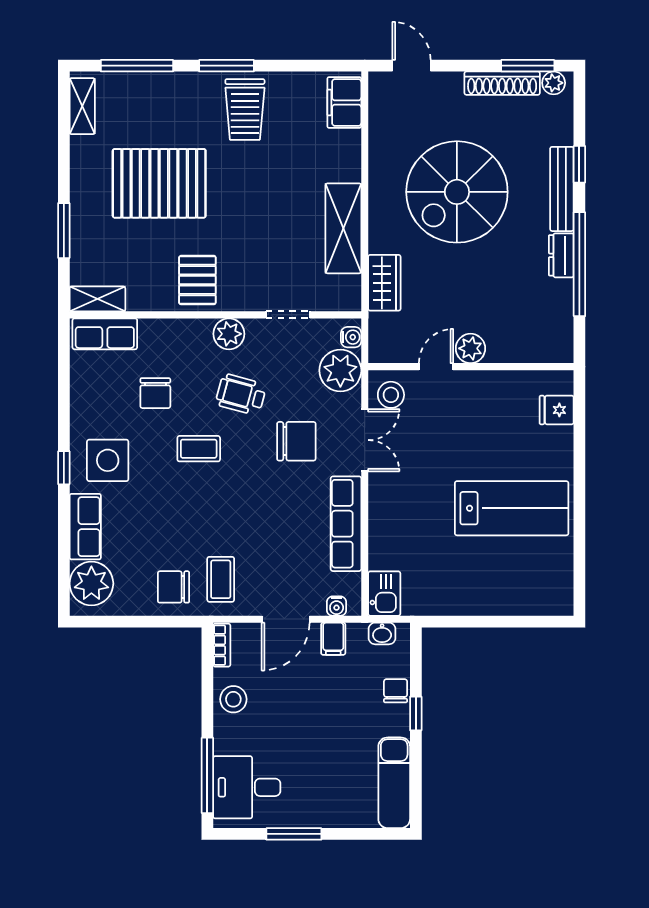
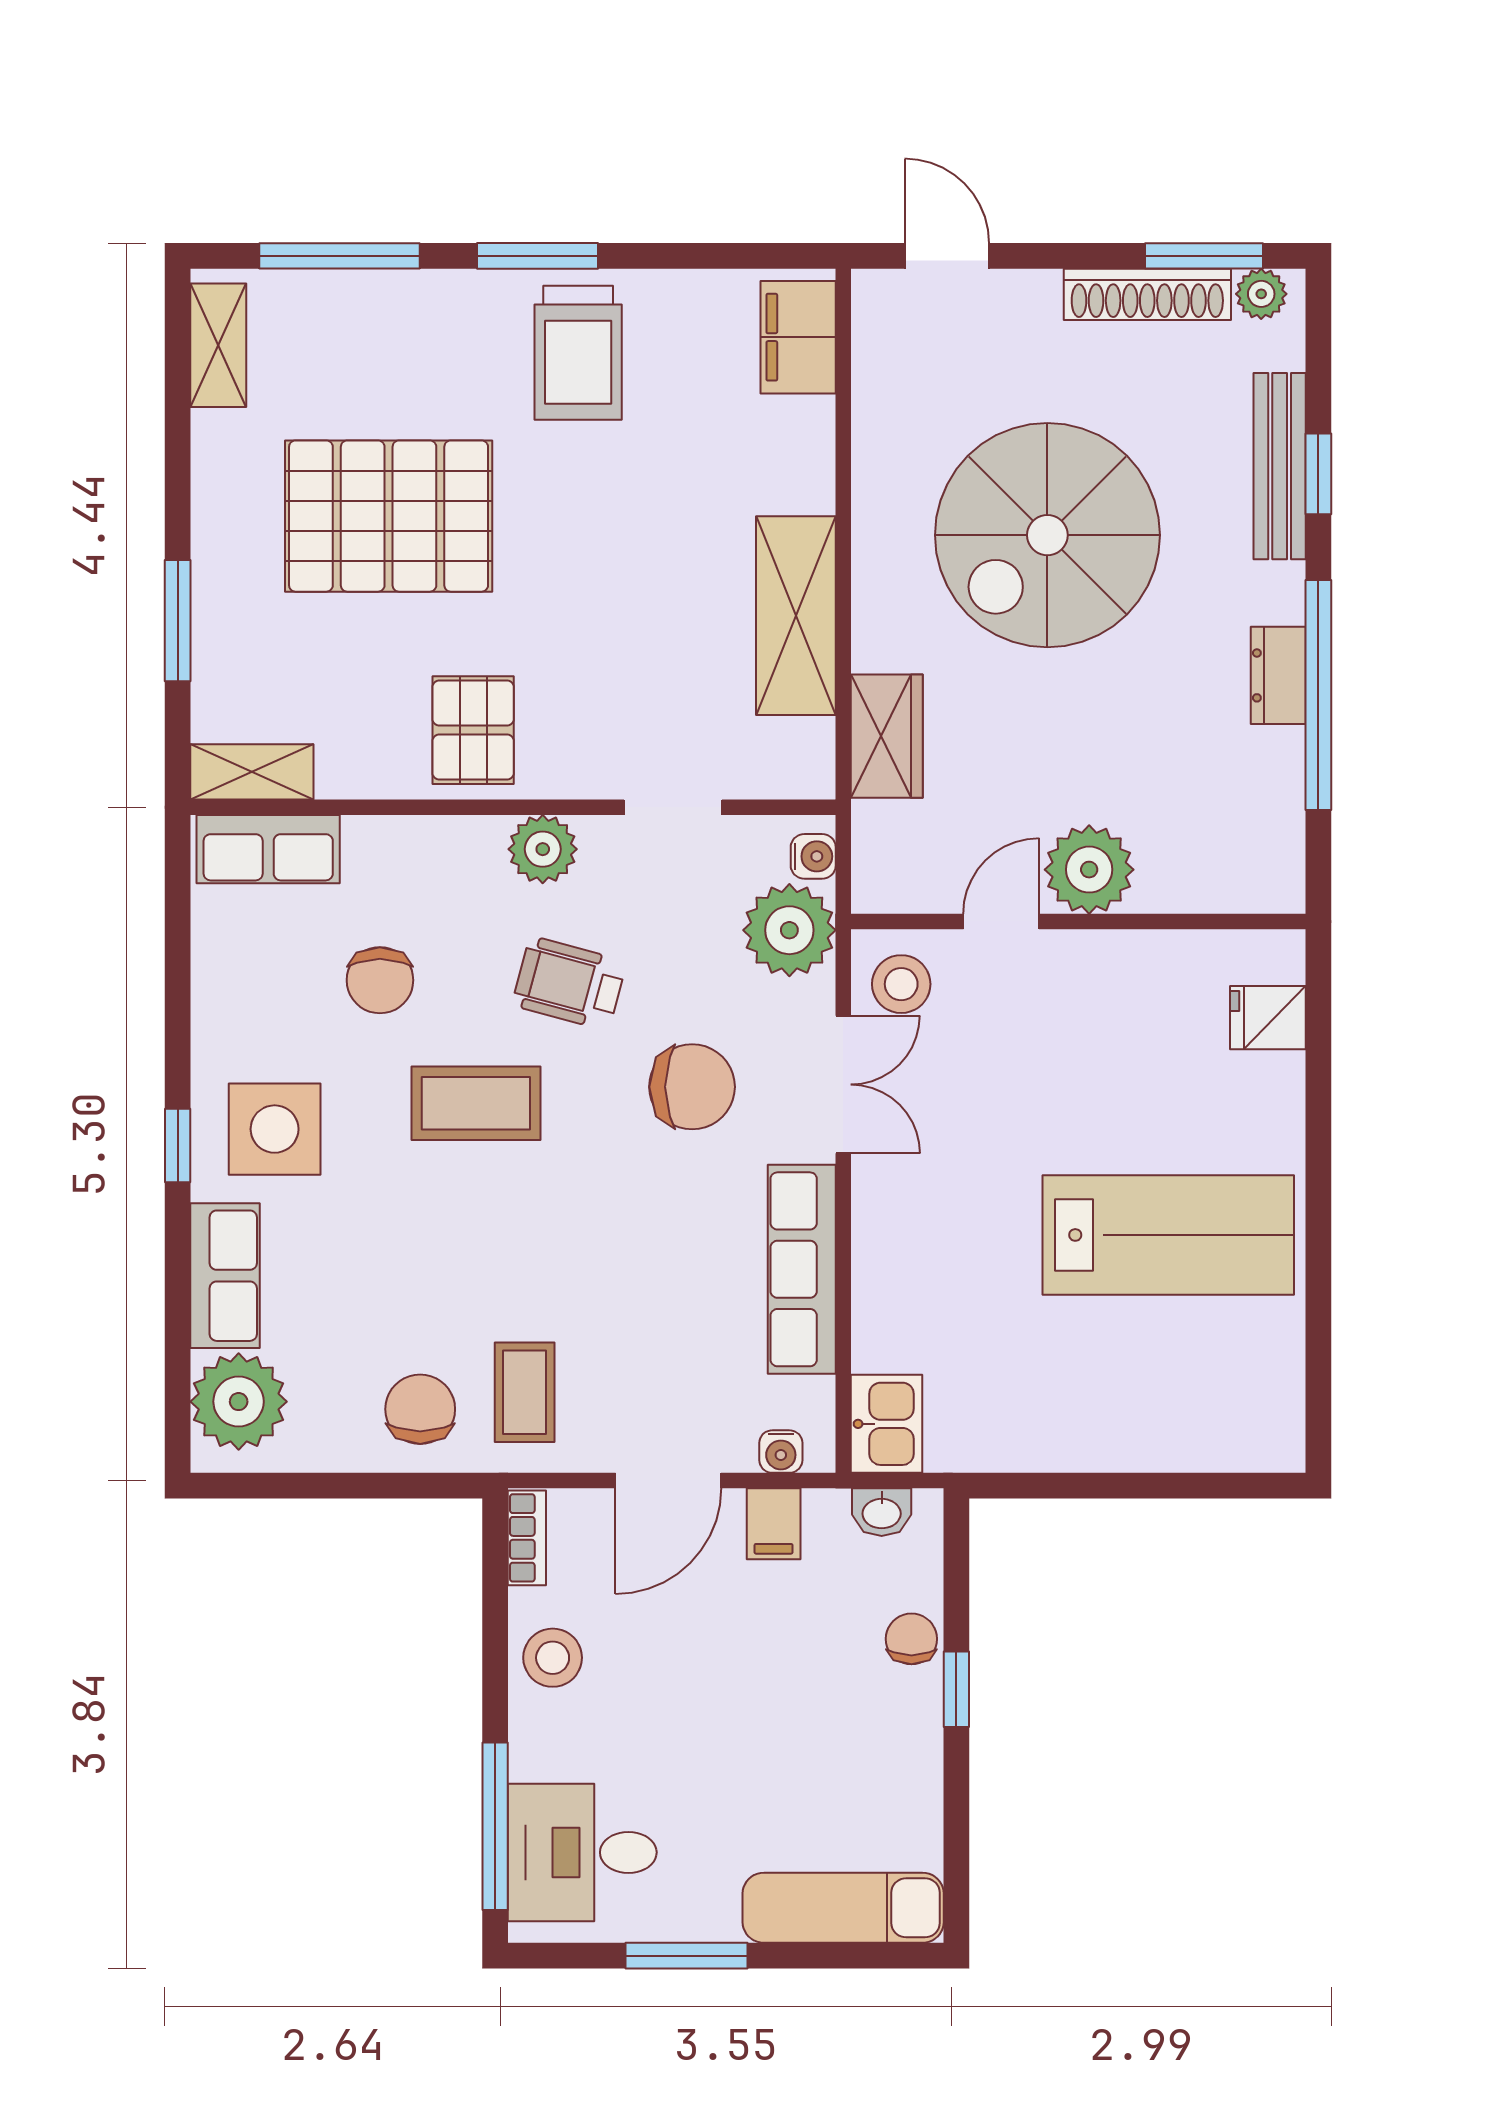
bench: (562, 189) -> (1280, 466), moved
plant: (470, 348) -> (1089, 870), width x1.36, depth x1.36
coffee table: (199, 449) -> (476, 1103), width x1.36, depth x1.30
chair: (173, 587) -> (420, 1409), turned 90
exam couch: (394, 783) -> (843, 1908), moved, turned 90

